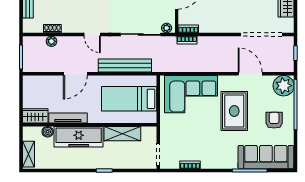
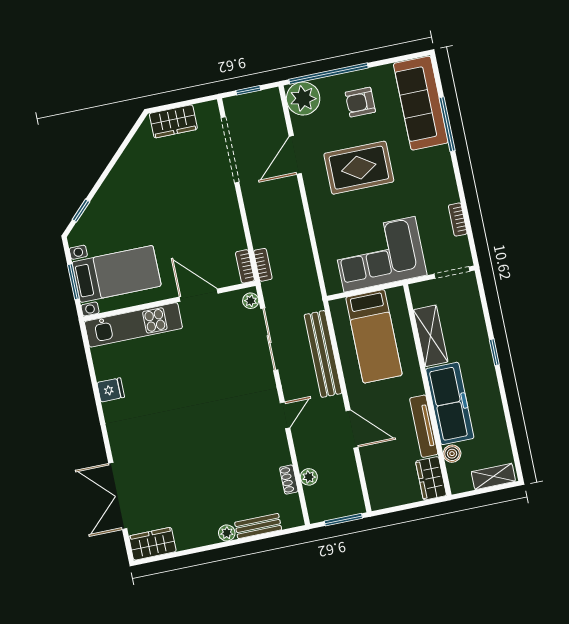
corner sofa: (191, 94) -> (380, 254), moved, turned -90

